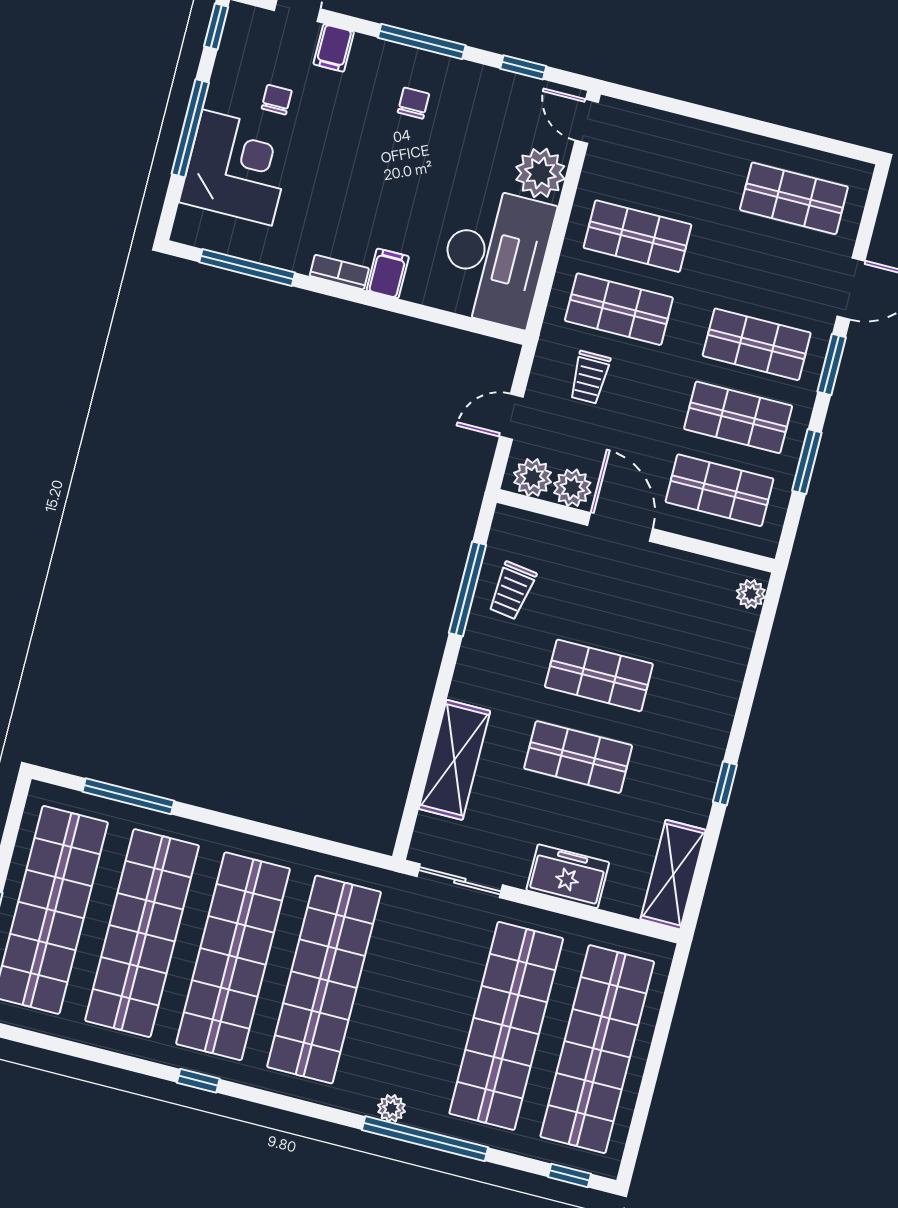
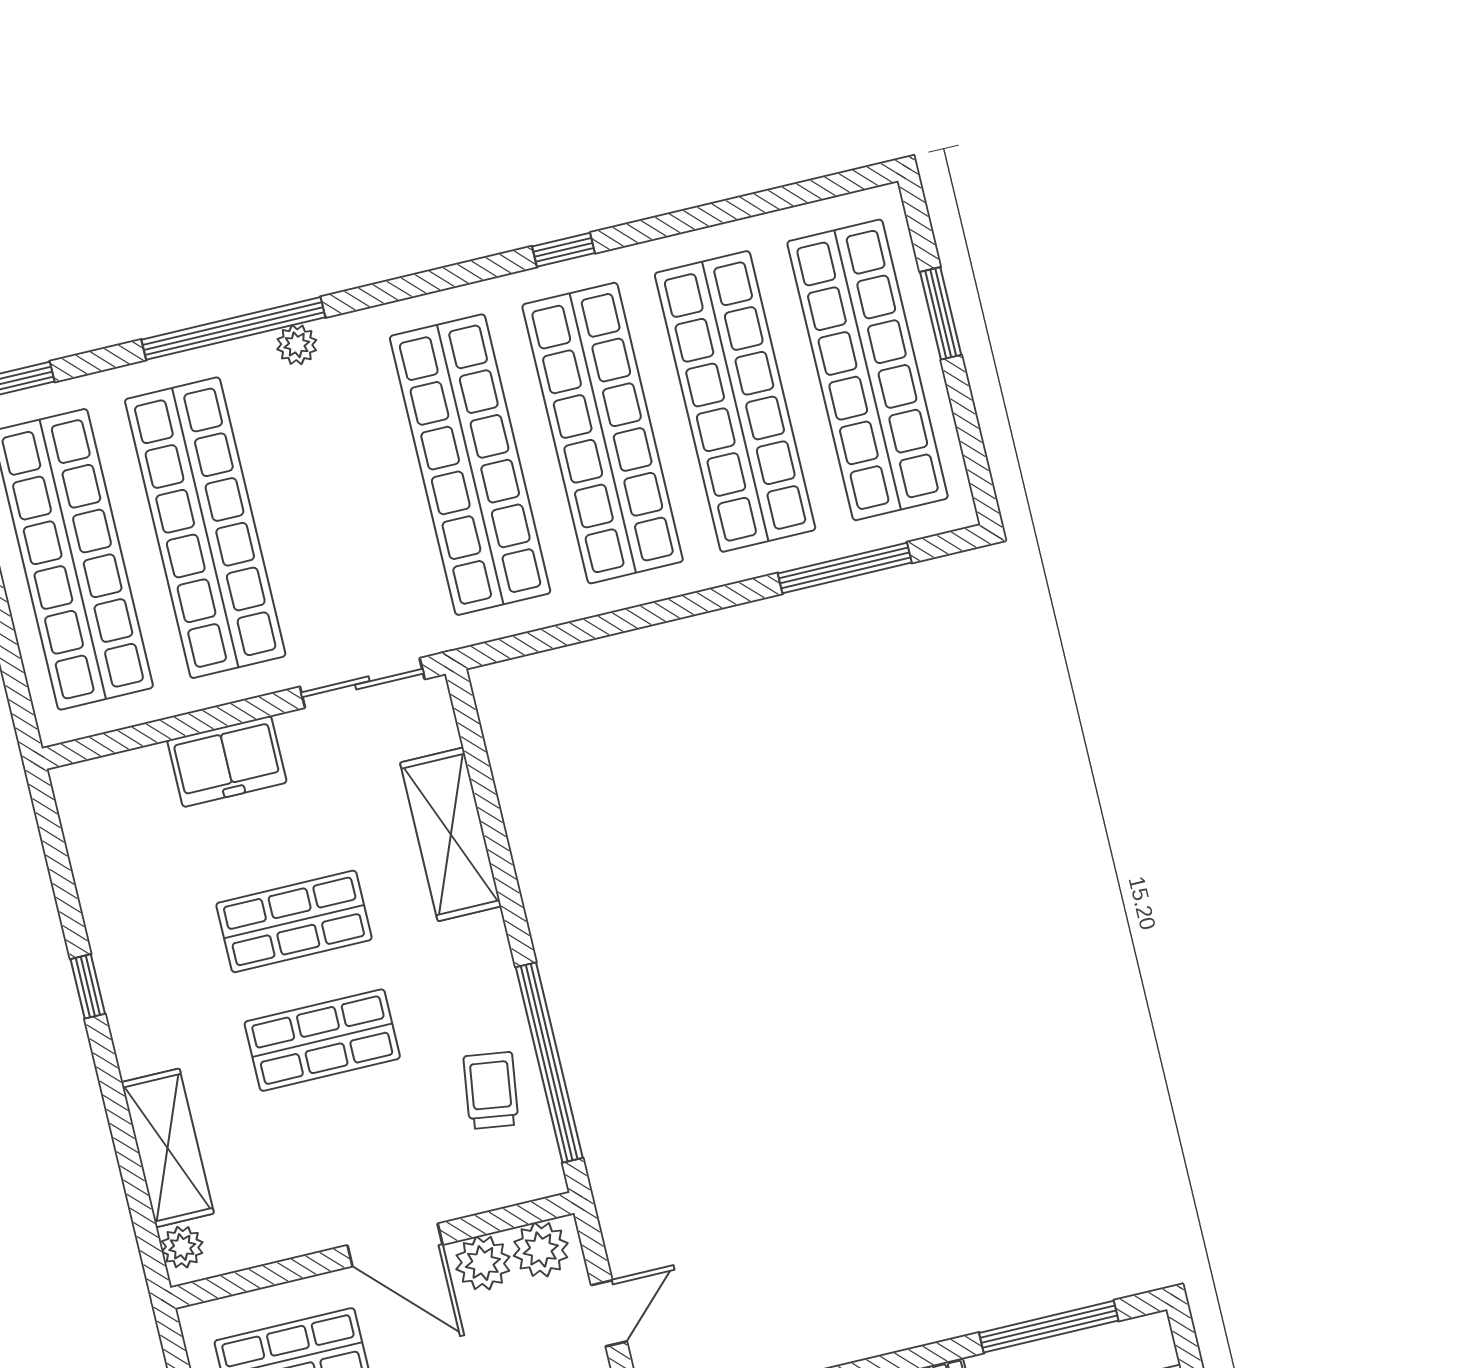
window: (467, 589) -> (549, 1062), width x1.46
shelving: (673, 875) -> (168, 1148), moved

